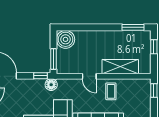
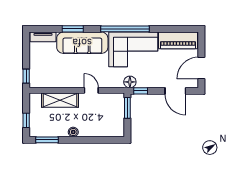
boiler: (65, 39) -> (73, 132), moved, width x0.54, depth x0.54
coffee table: (111, 91) -> (69, 75), removed

